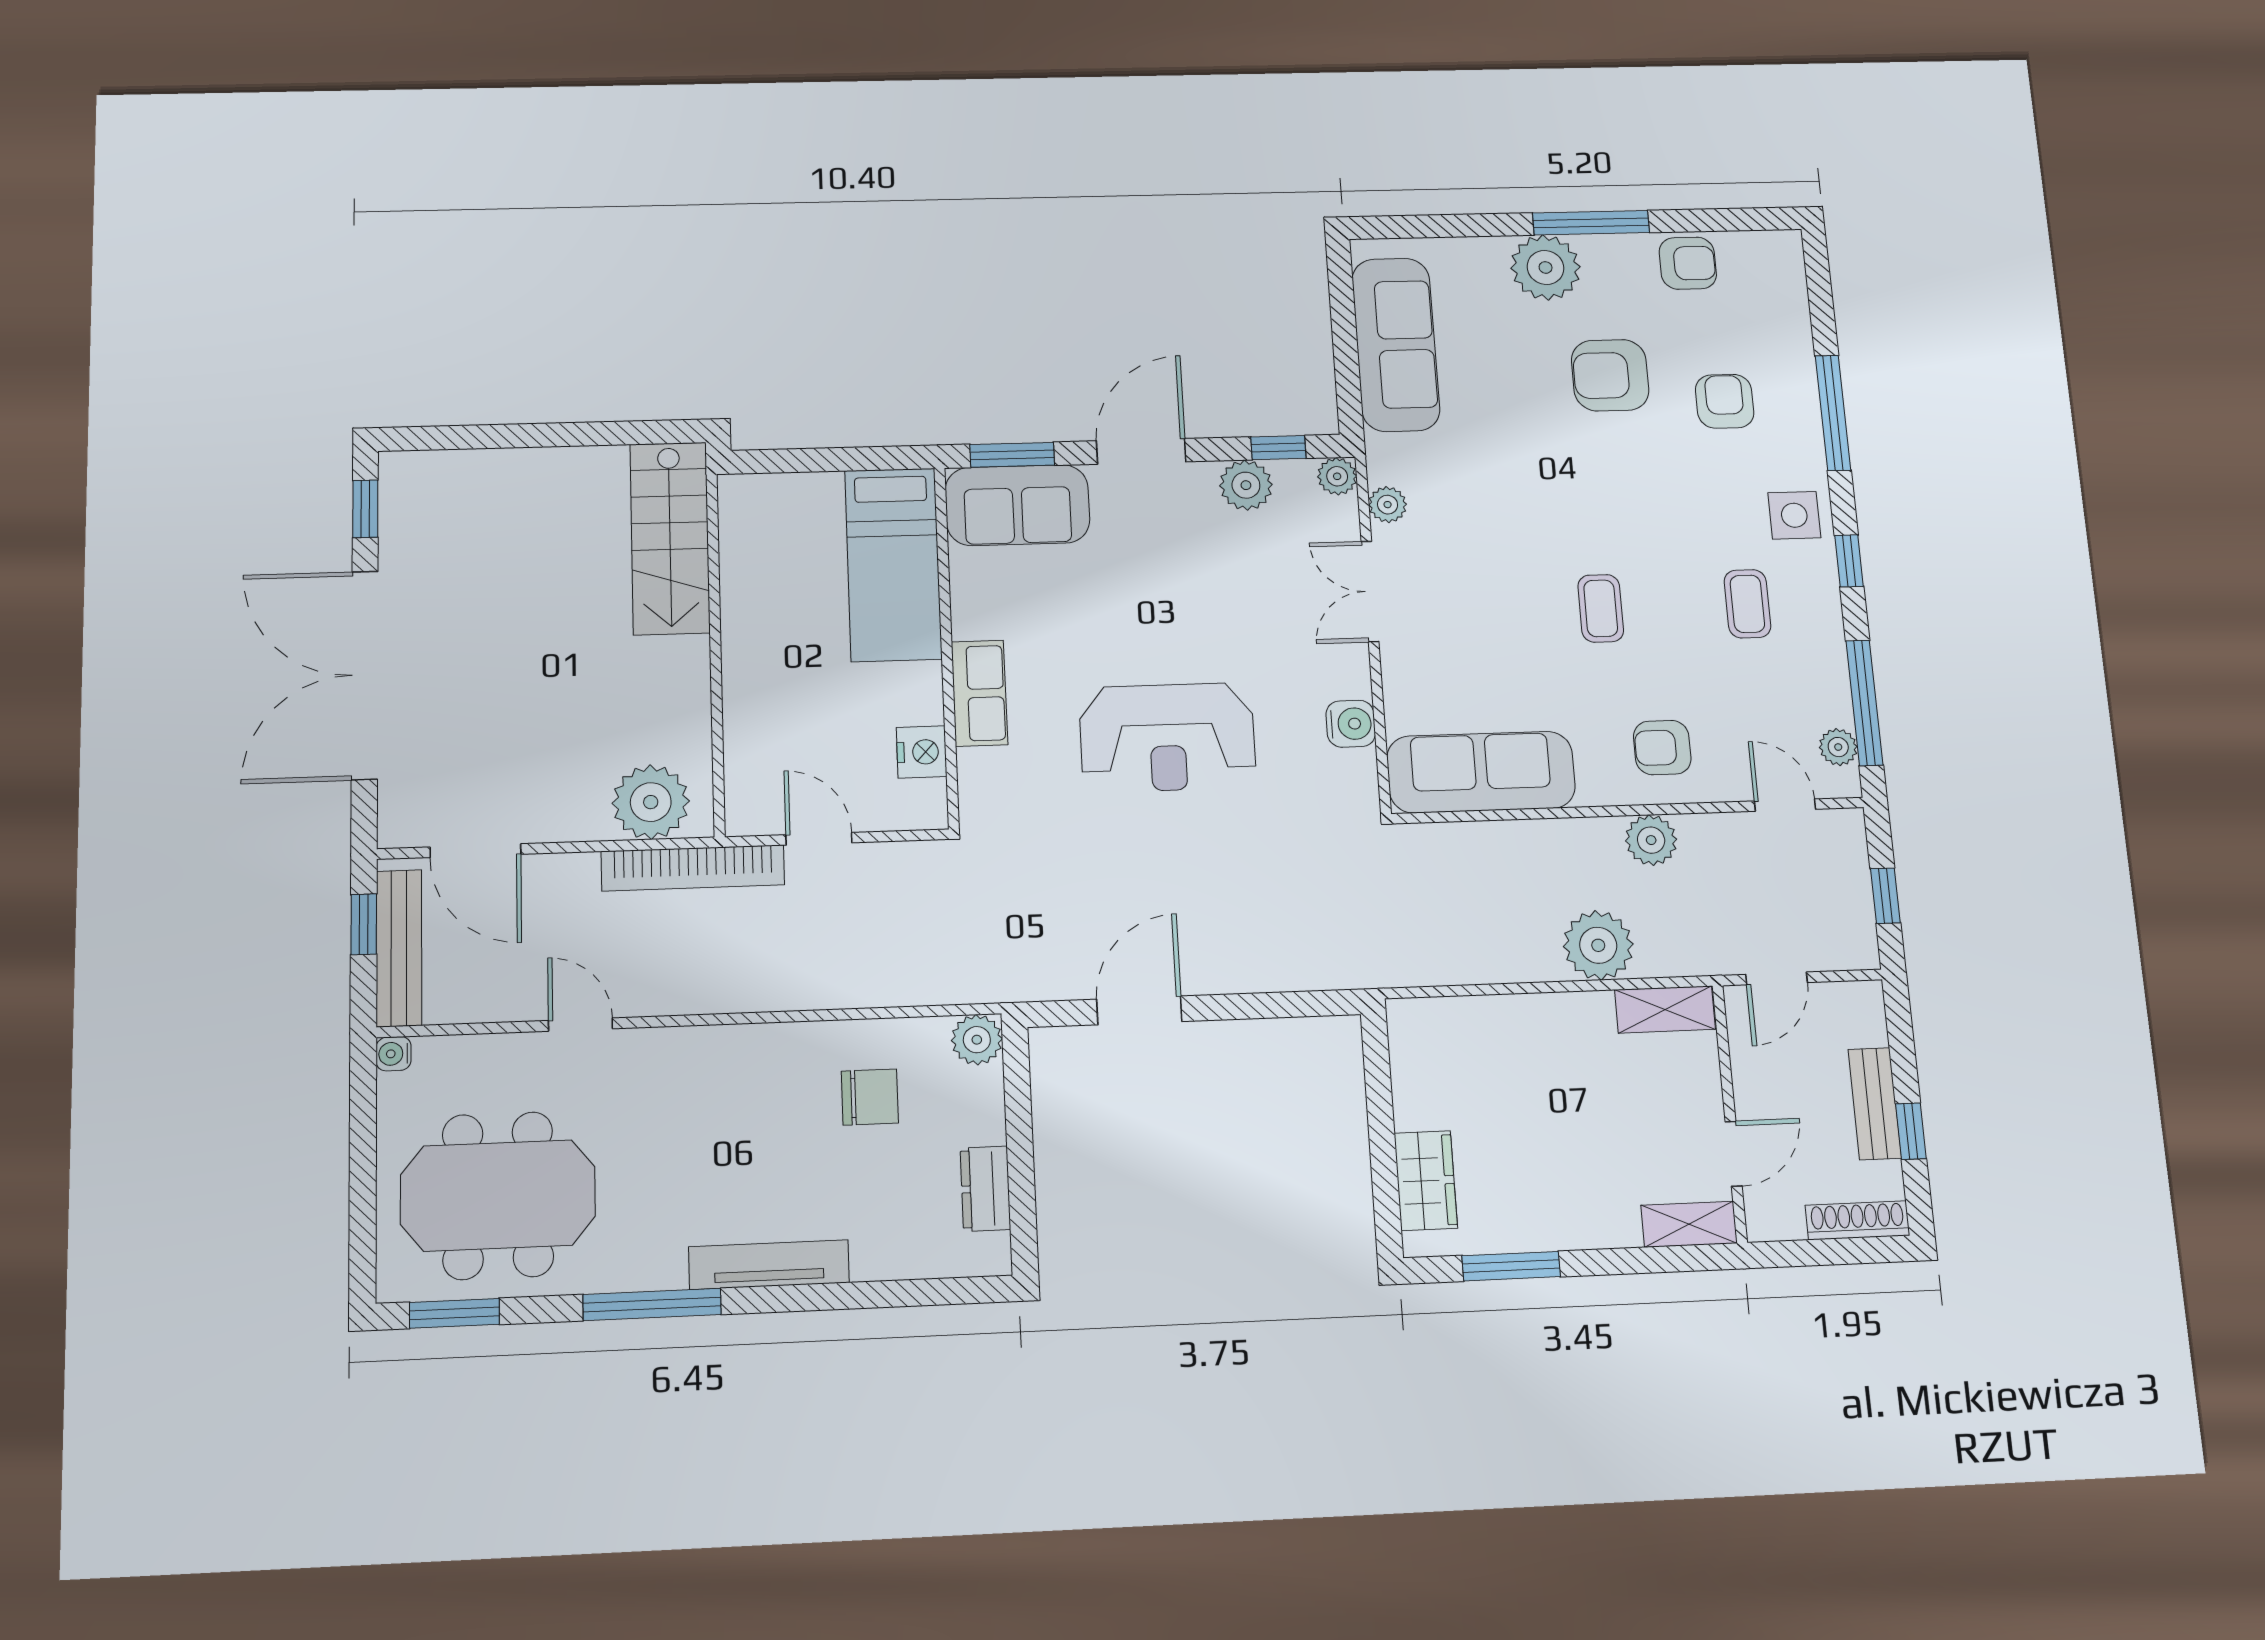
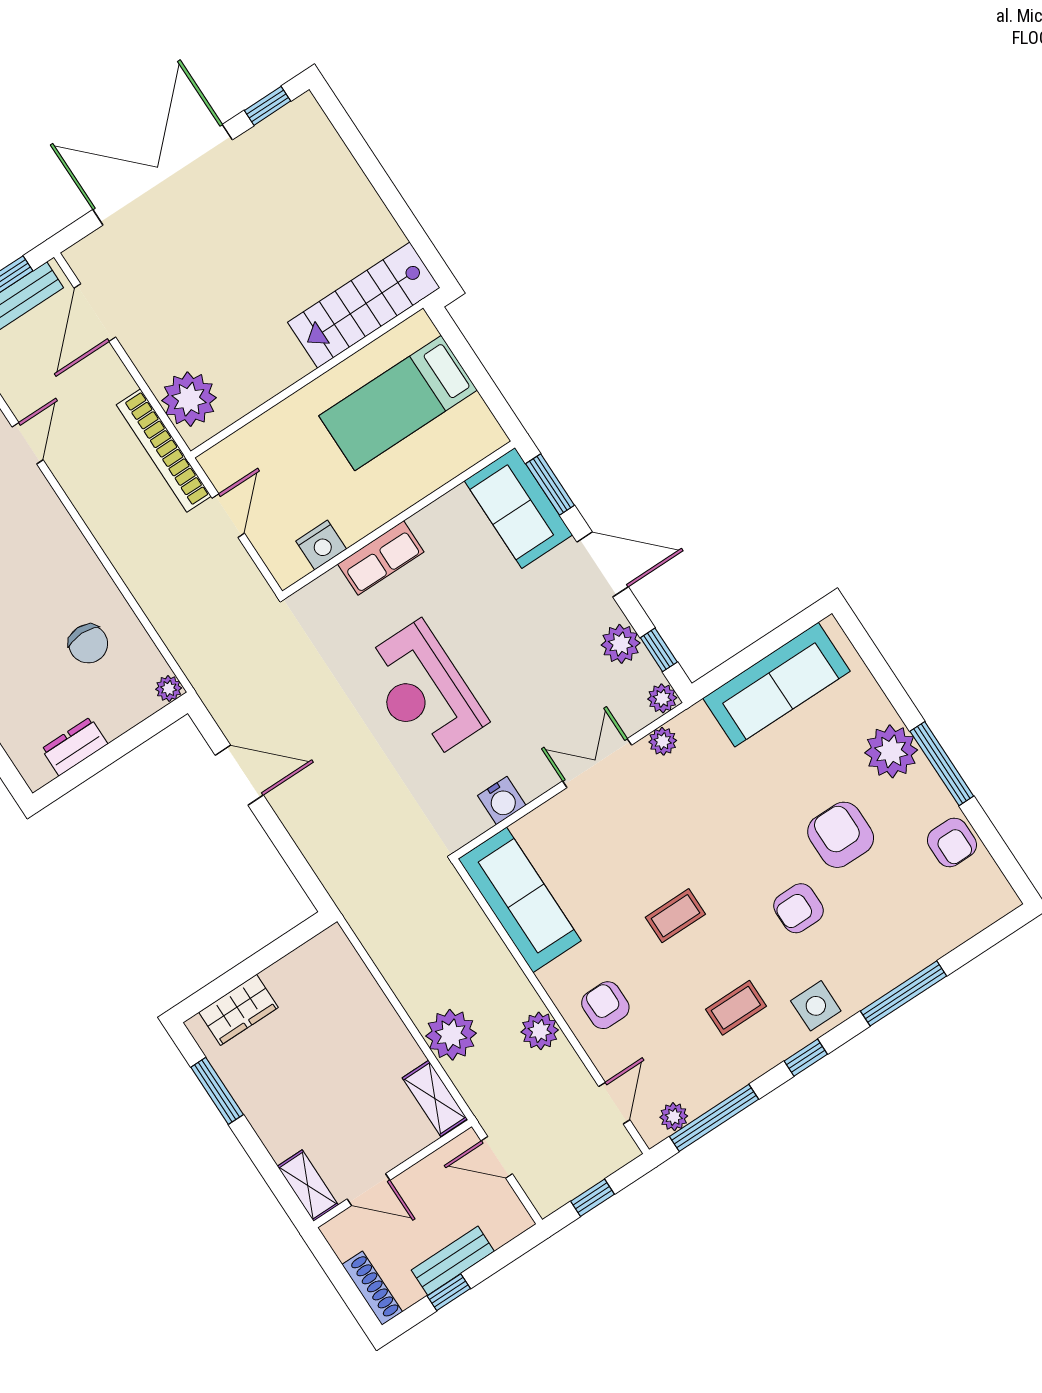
armchair: (1725, 401) -> (799, 908), moved, turned 180
bed: (893, 564) -> (398, 403), moved
plant: (977, 1040) -> (169, 689), width x0.73, depth x0.73

